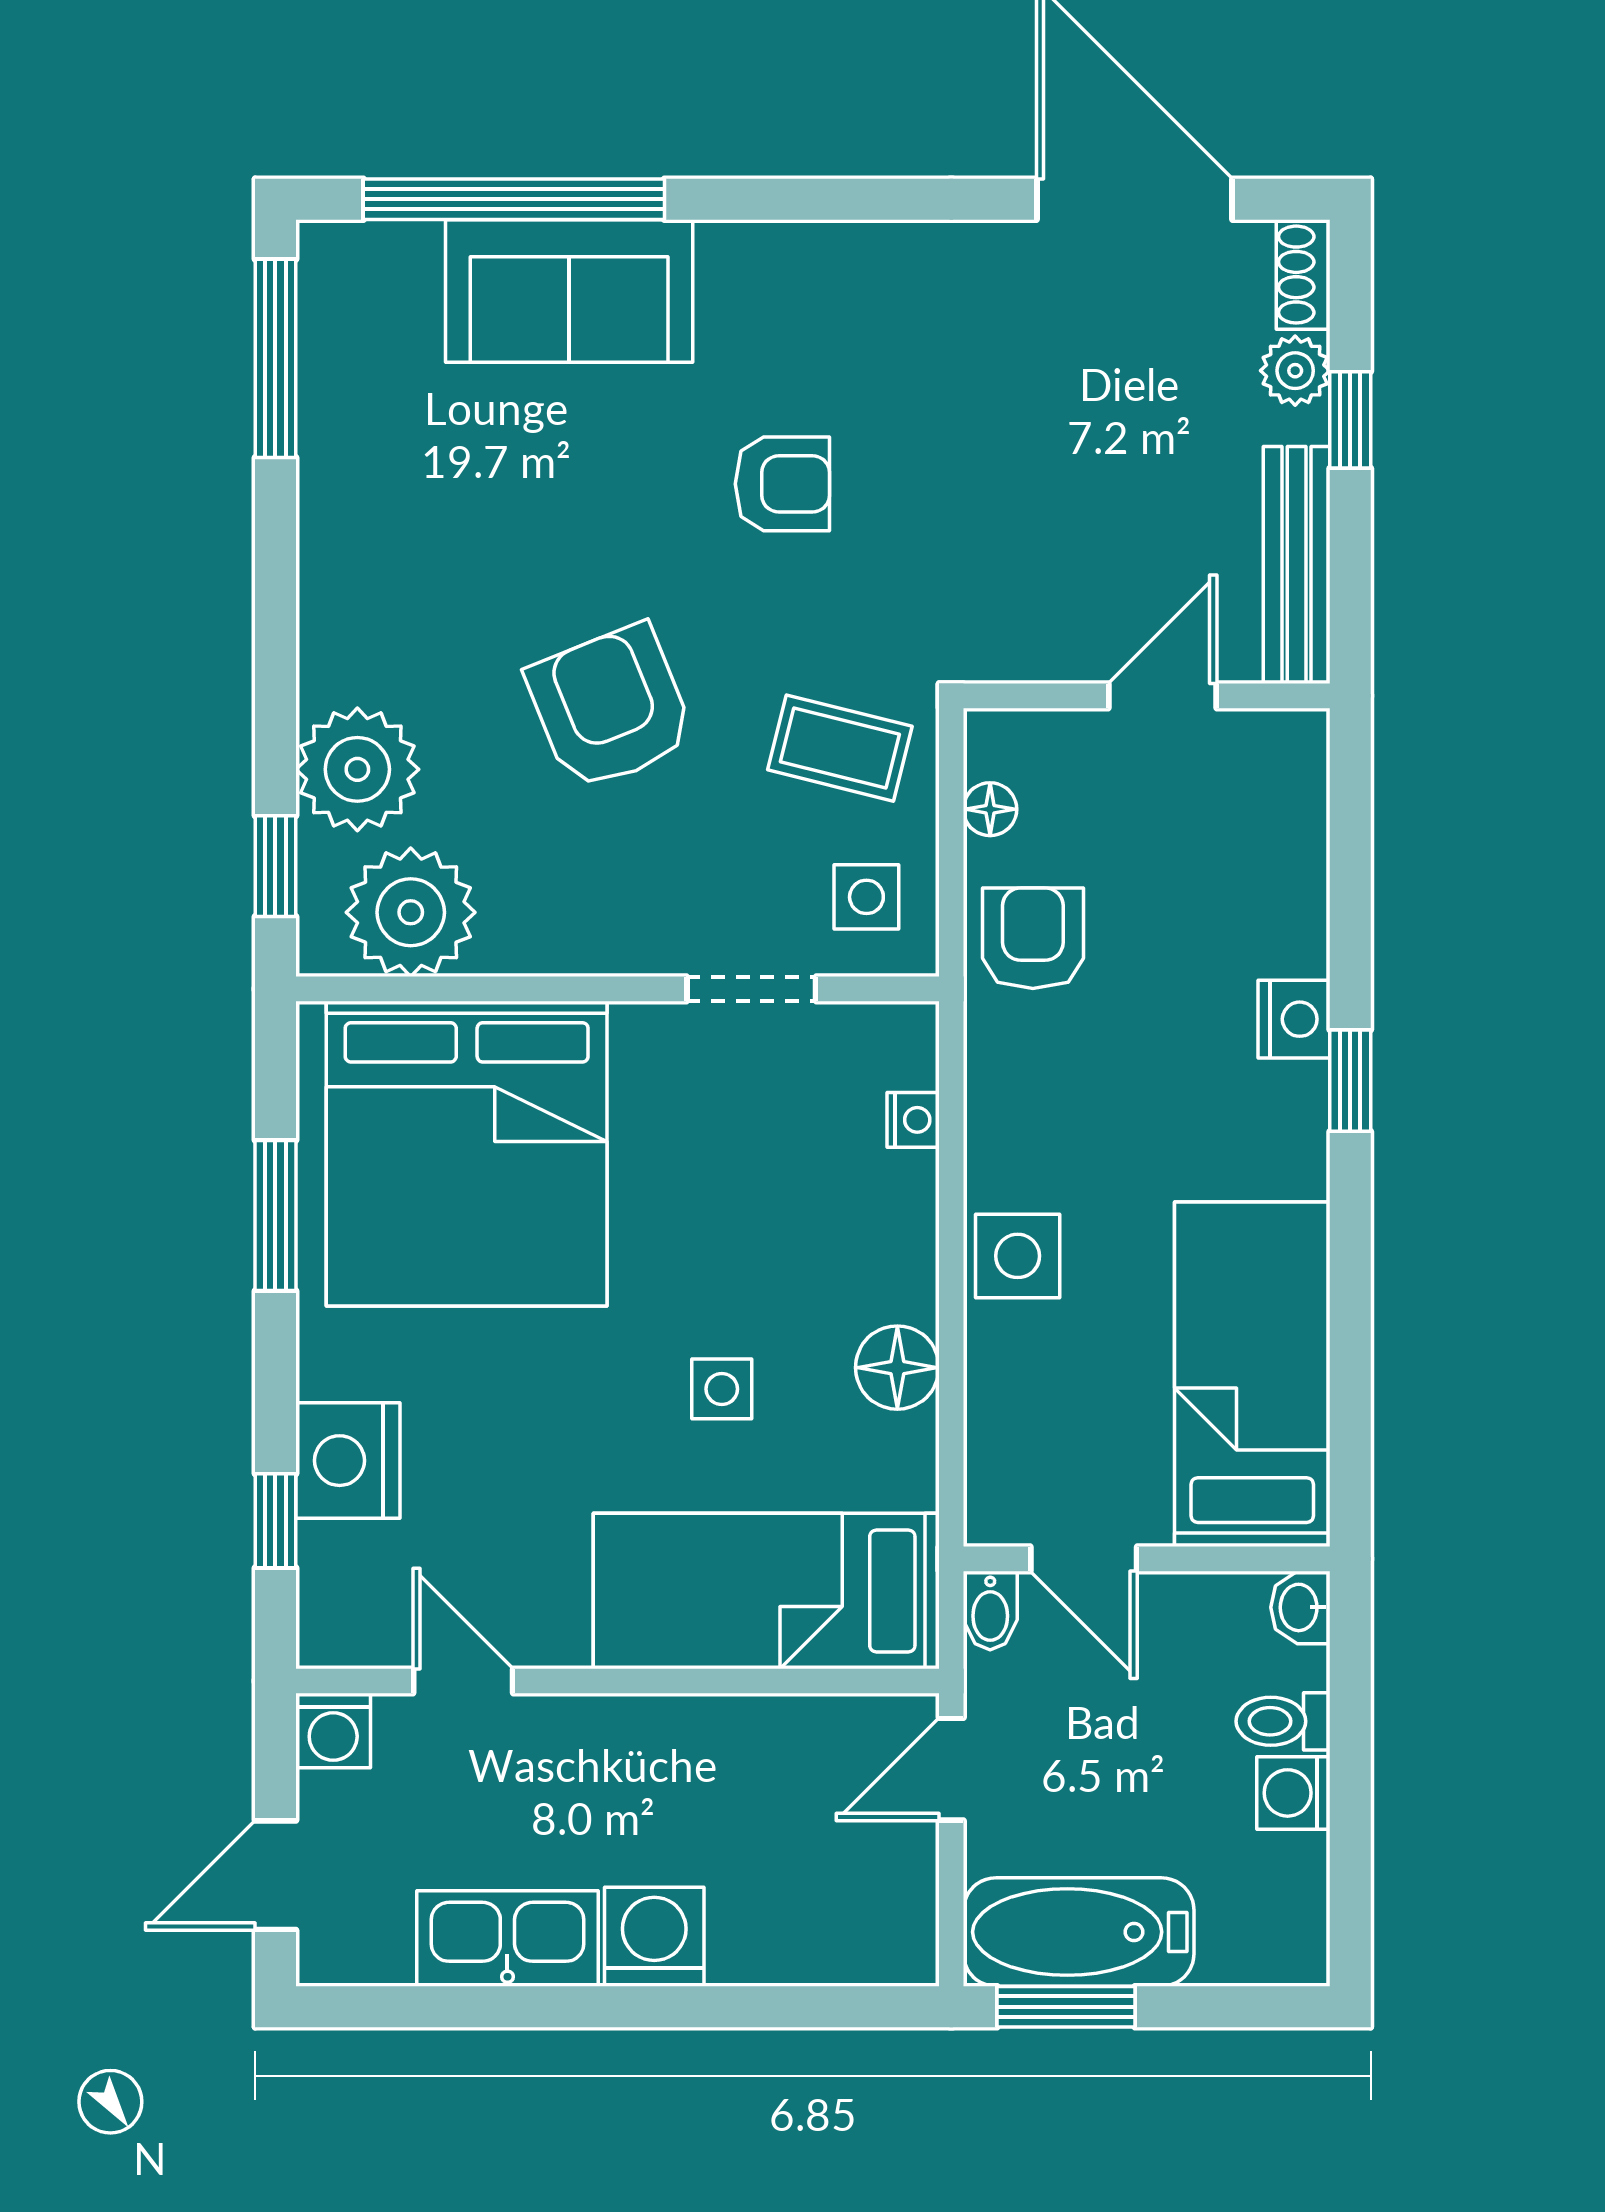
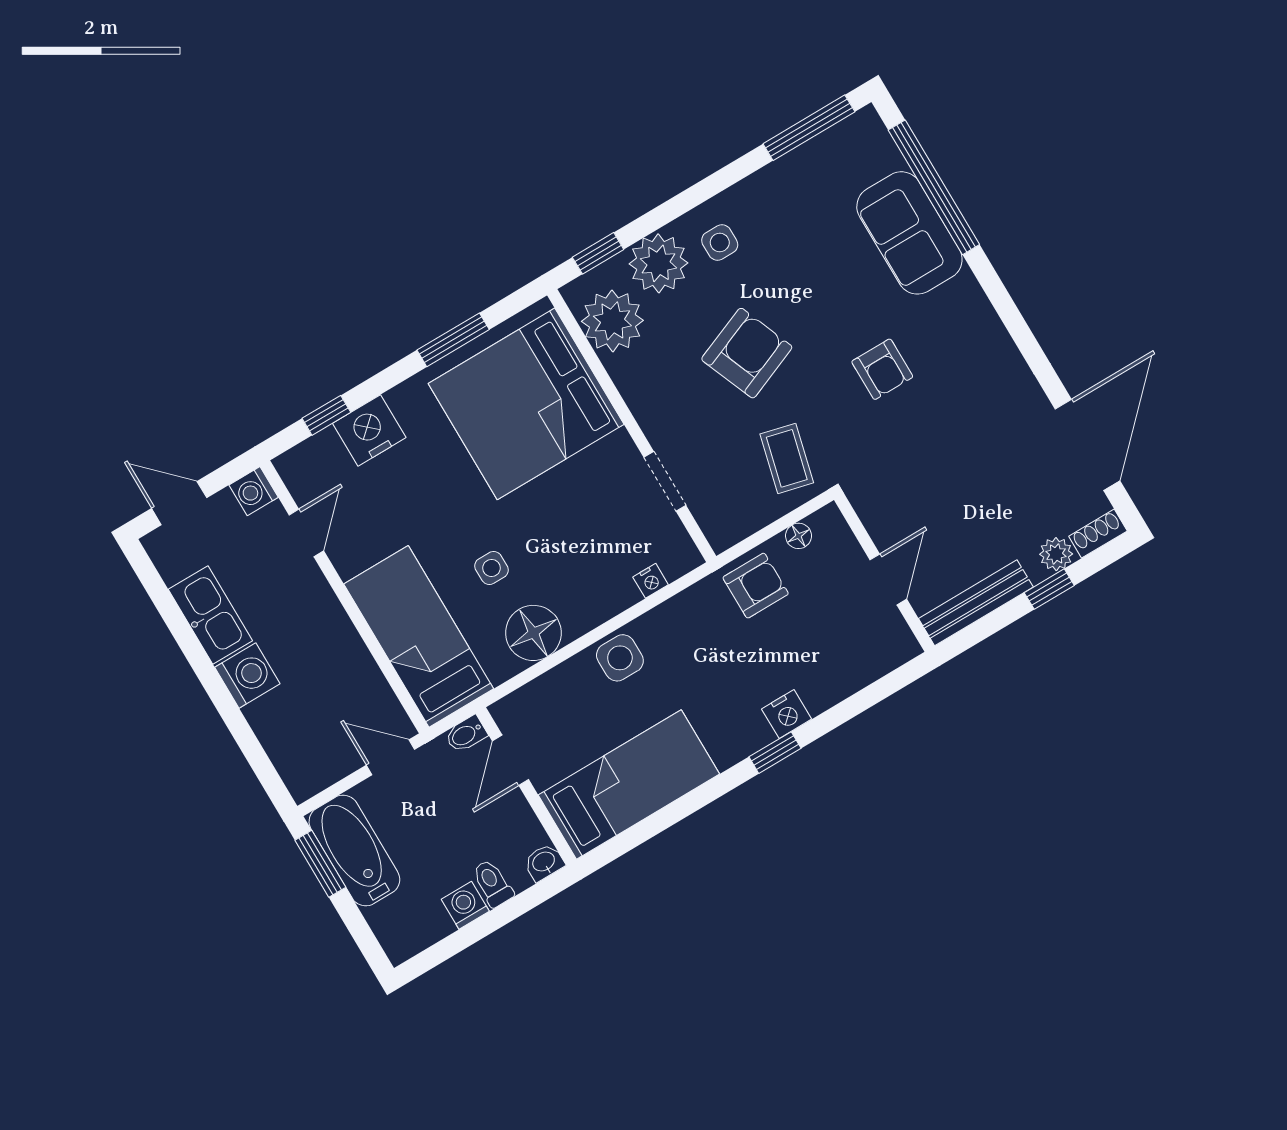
door: (1162, 696) -> (888, 579), hinge flipped
side table: (866, 897) -> (720, 242), moved
floor lamp: (897, 1368) -> (533, 633), width x1.38, depth x1.38

